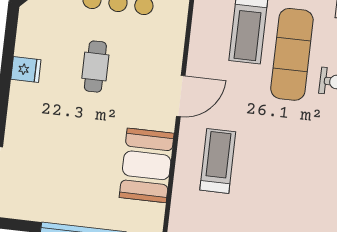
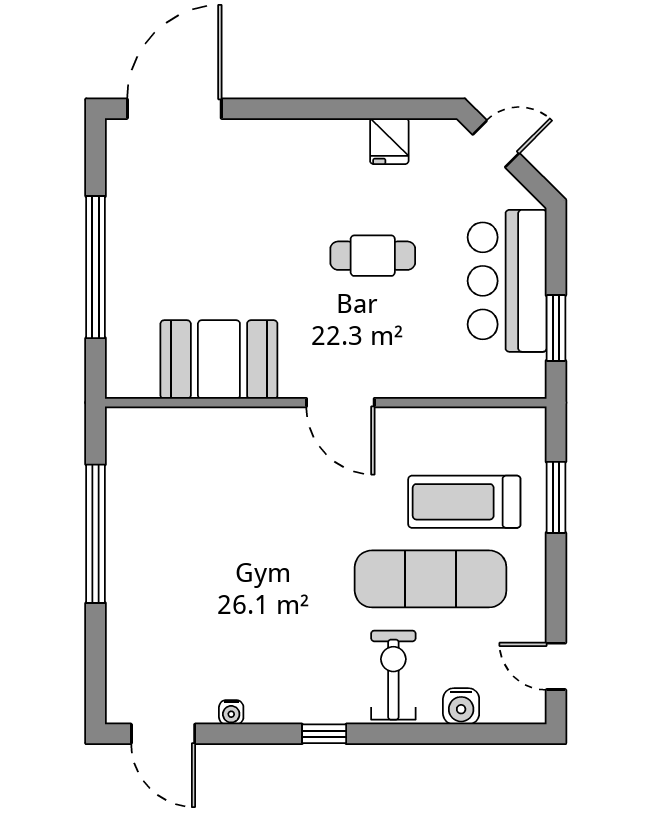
fridge: (26, 70) -> (389, 141), moved
treadmill: (218, 161) -> (240, 476), removed

